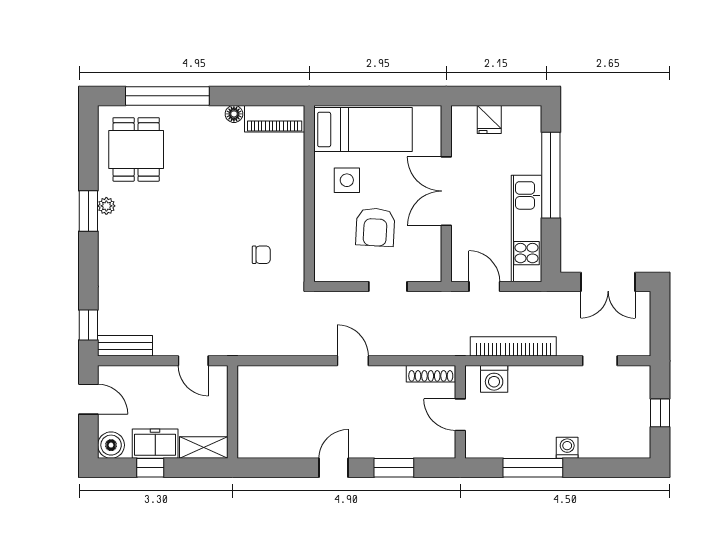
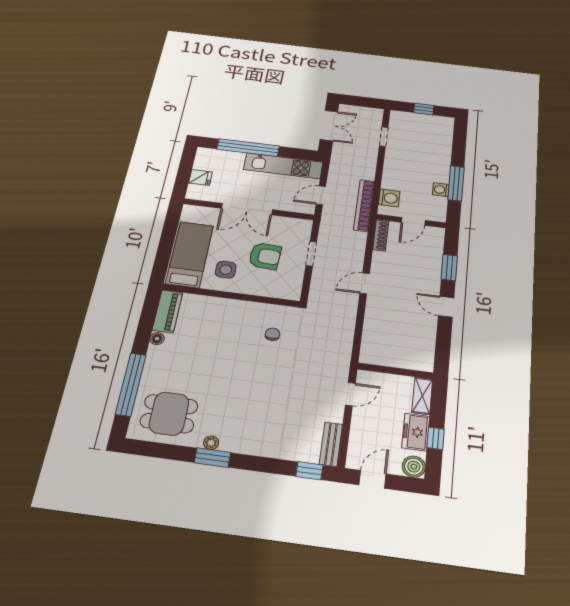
bookcase: (513, 346) -> (364, 205), moved
washing machine: (567, 448) -> (441, 190), moved

